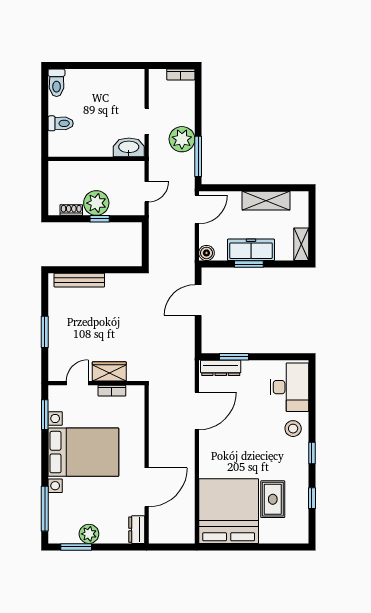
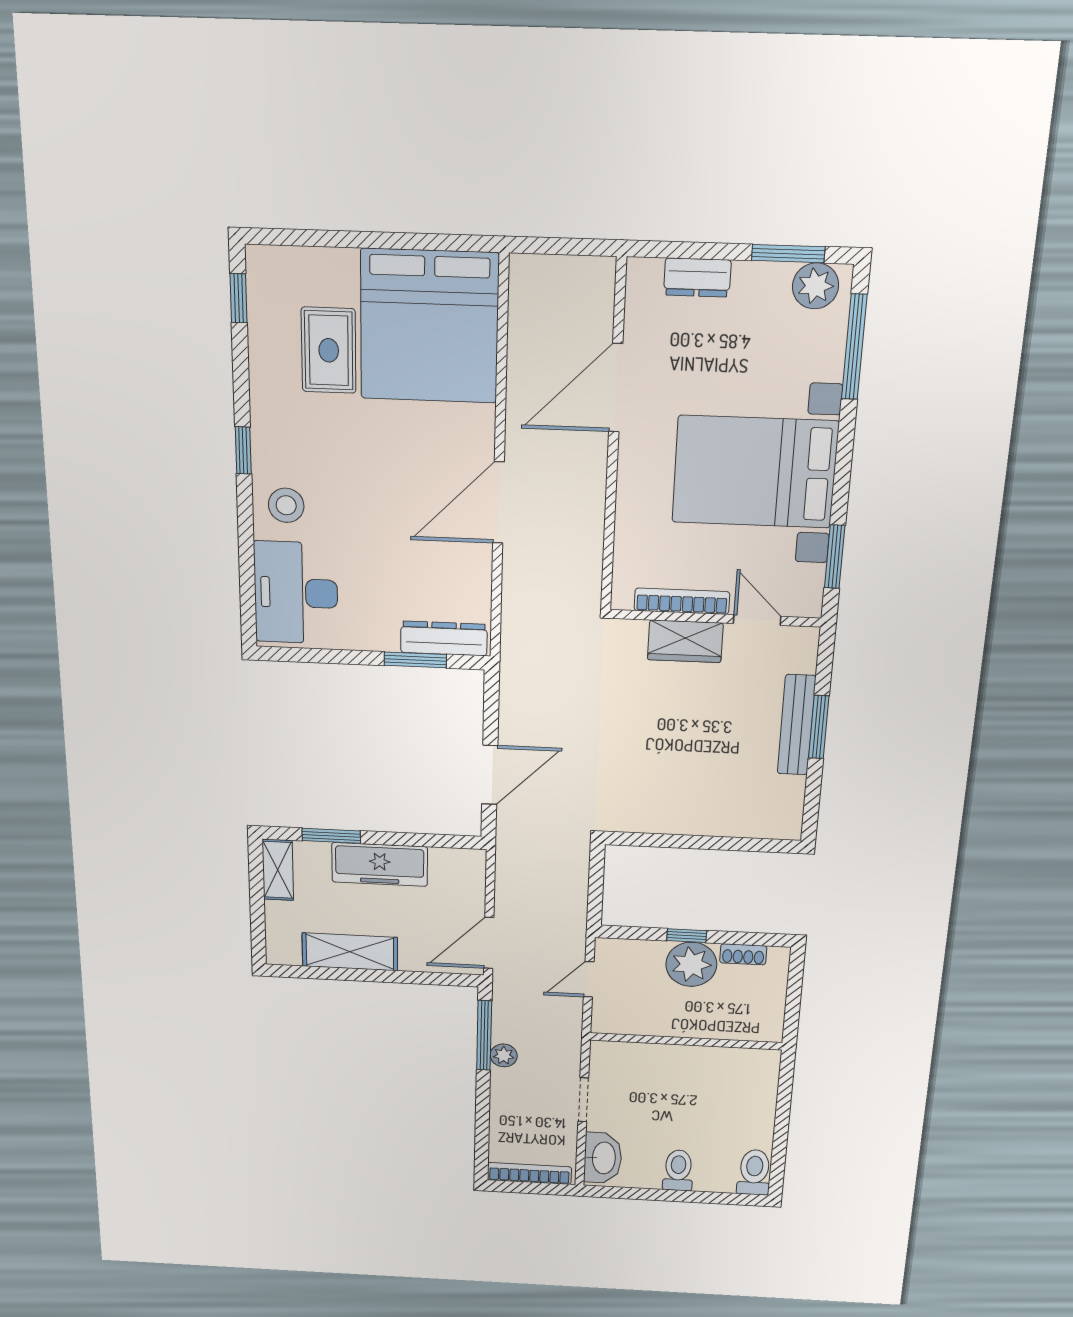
bookcase: (181, 74) -> (529, 1173), width x1.56
toilet: (61, 123) -> (678, 1170), moved, turned 90
plant: (182, 139) -> (504, 1055), width x0.53, depth x0.53
washbasin: (129, 147) -> (603, 1158), moved, turned -90
boiler: (206, 253) -> (471, 863), removed
window: (249, 264) -> (331, 836), moved
bench: (79, 280) -> (797, 725), moved, turned 90
door: (77, 383) -> (757, 620), swing flipped
bookcase: (112, 391) -> (682, 601), width x1.56
door: (197, 411) -> (499, 503), moved
window: (312, 498) -> (239, 298), moved
dresser: (137, 530) -> (697, 278), moved, turned 90
plant: (89, 534) -> (815, 286), moved

